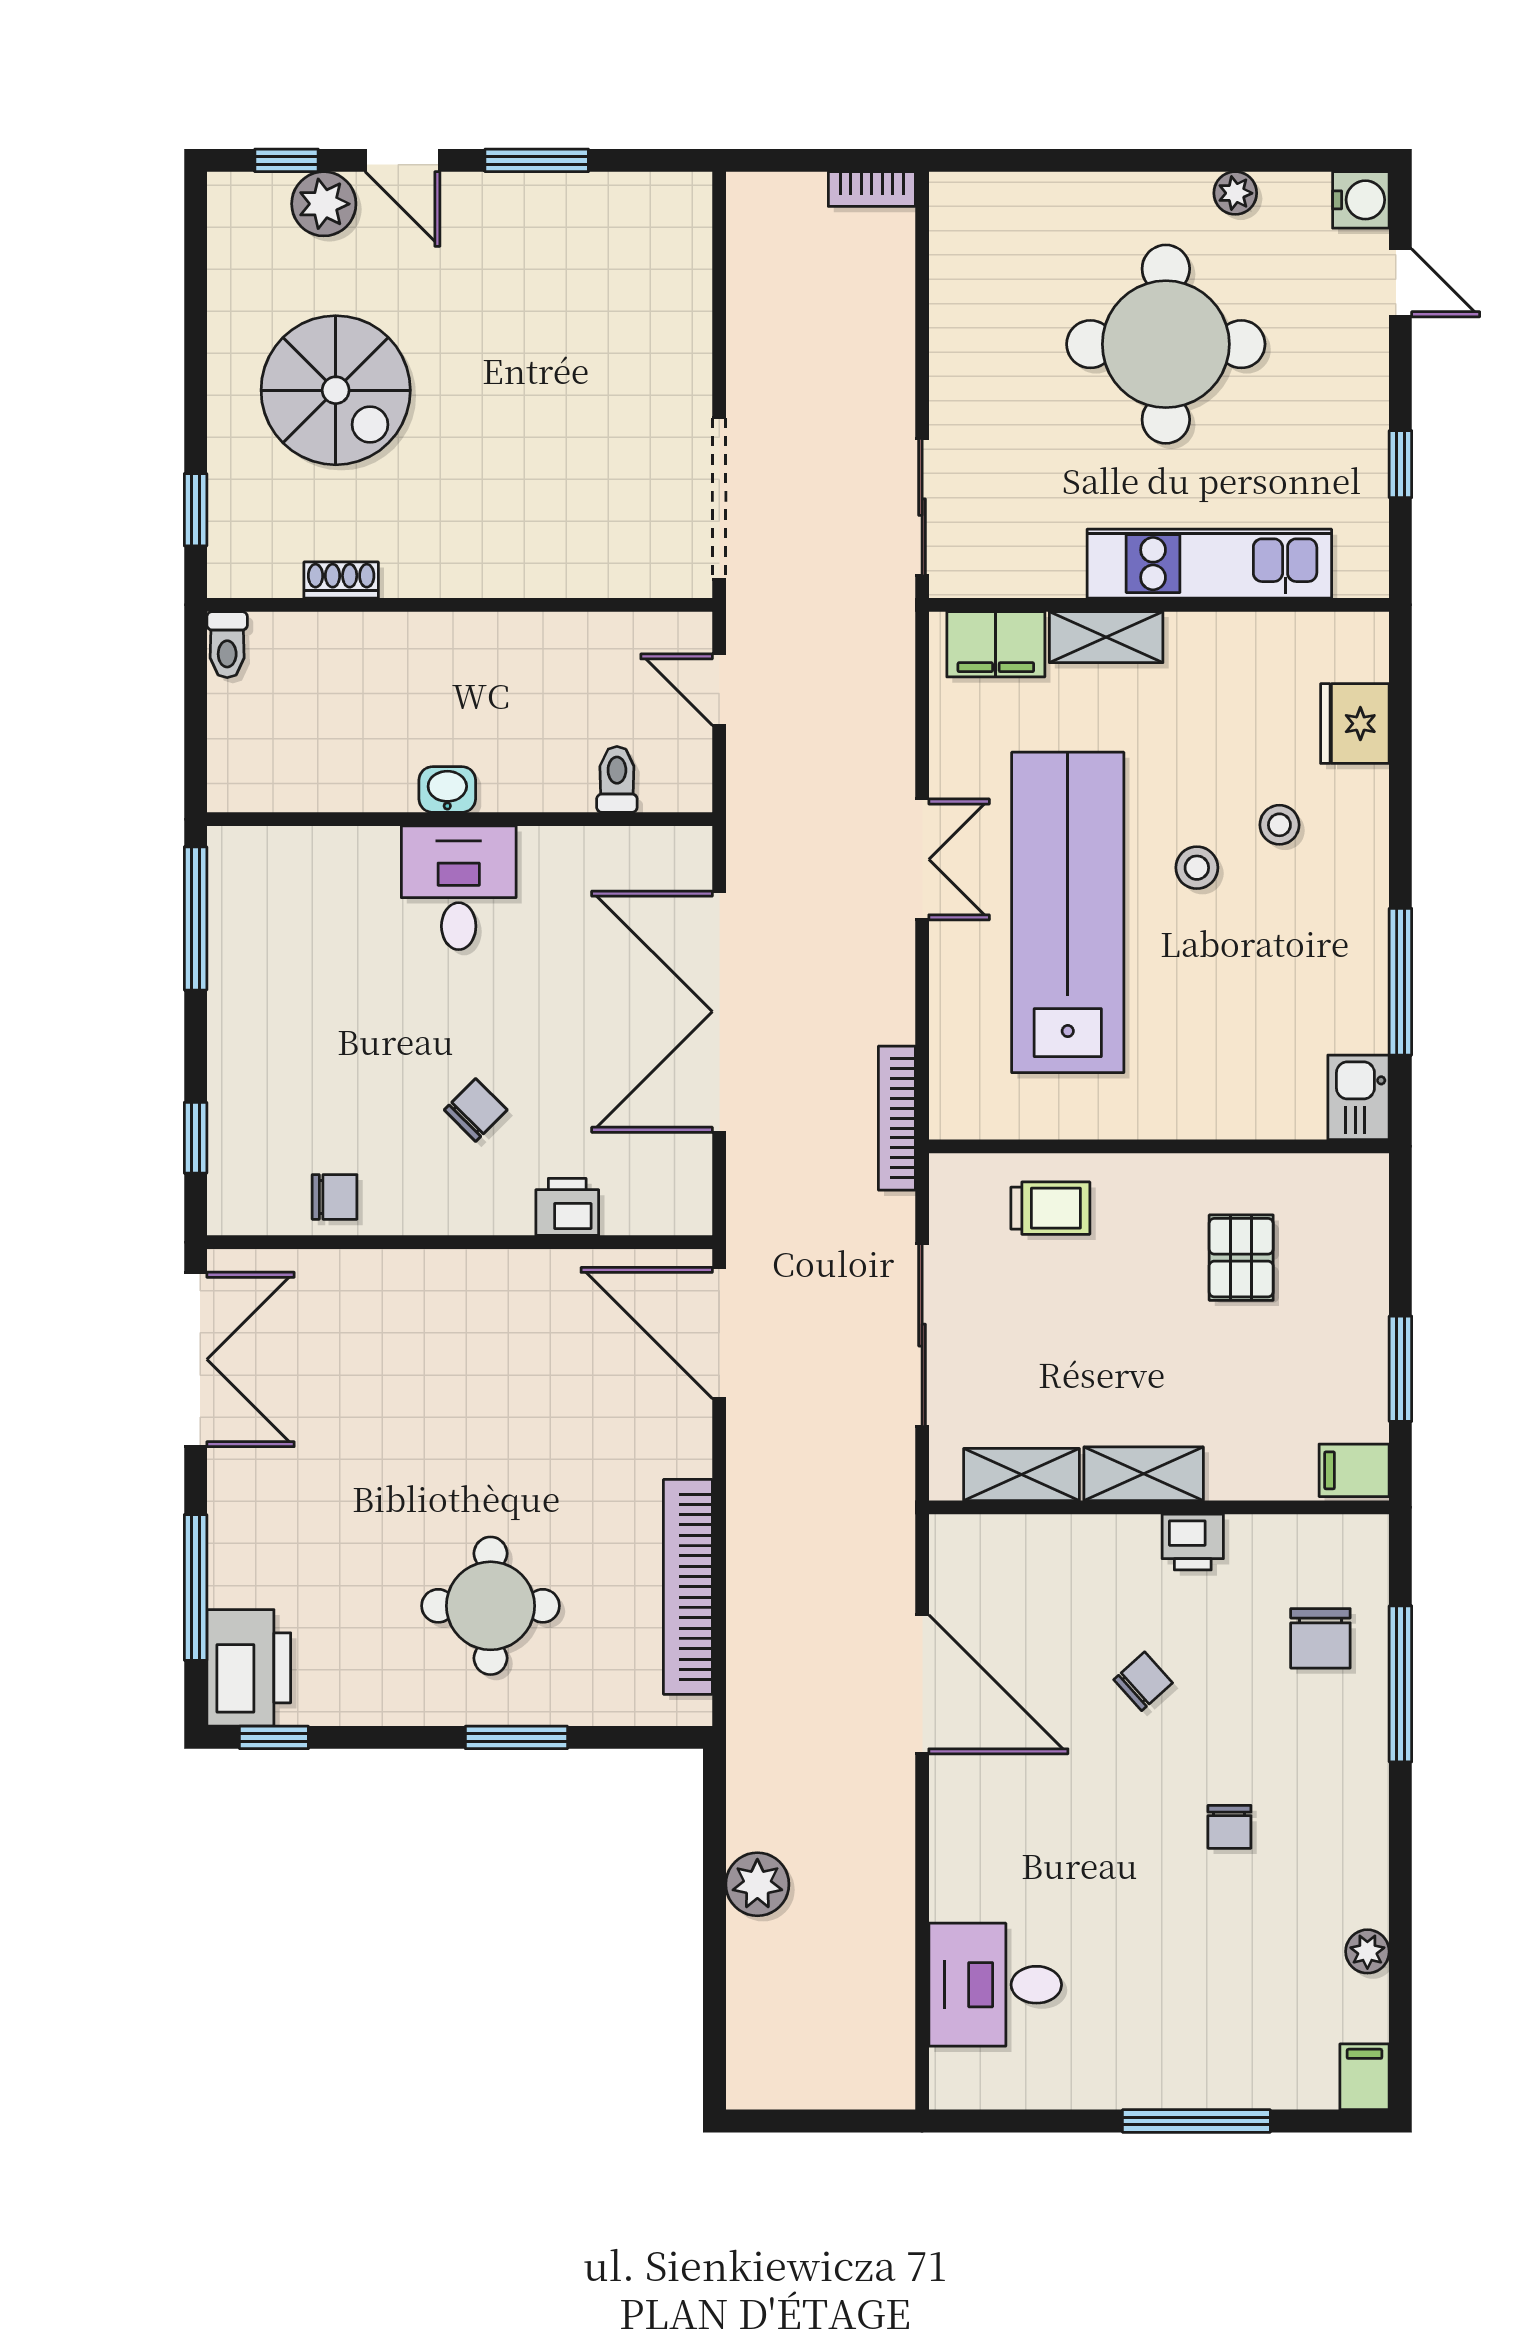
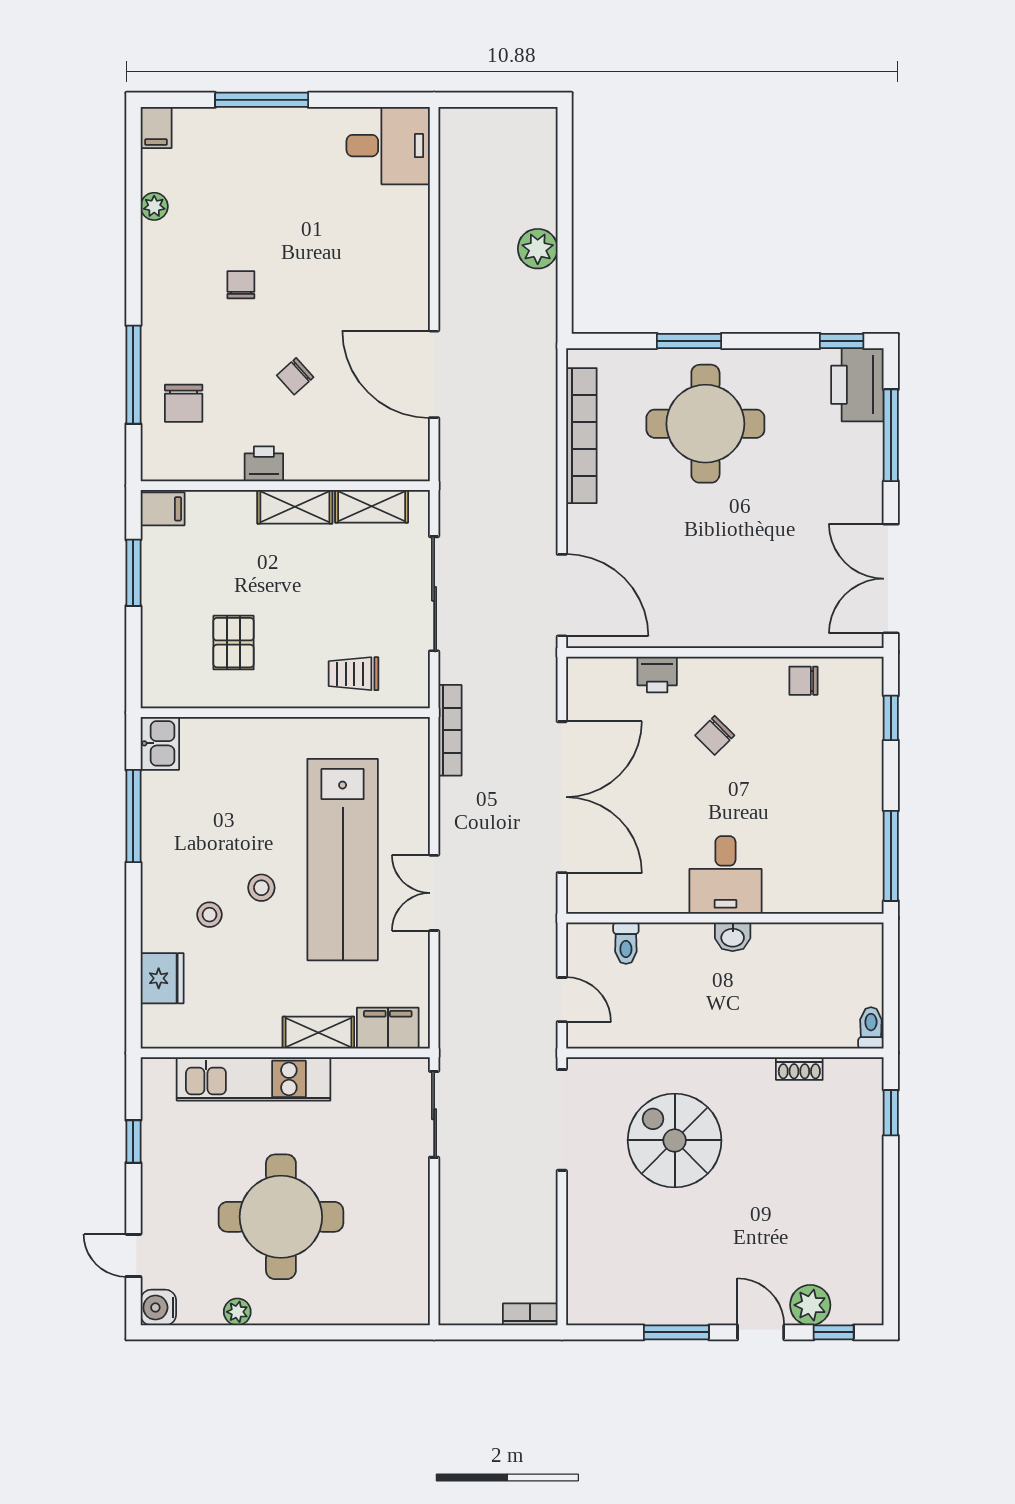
bookcase: (872, 189) -> (530, 1314), moved
spiral stairs: (336, 390) -> (675, 1140), moved
round table: (491, 1606) -> (705, 424), width x1.36, depth x1.36
chair: (1320, 1638) -> (184, 403), turned 180
desk: (995, 1985) -> (388, 146), moved

